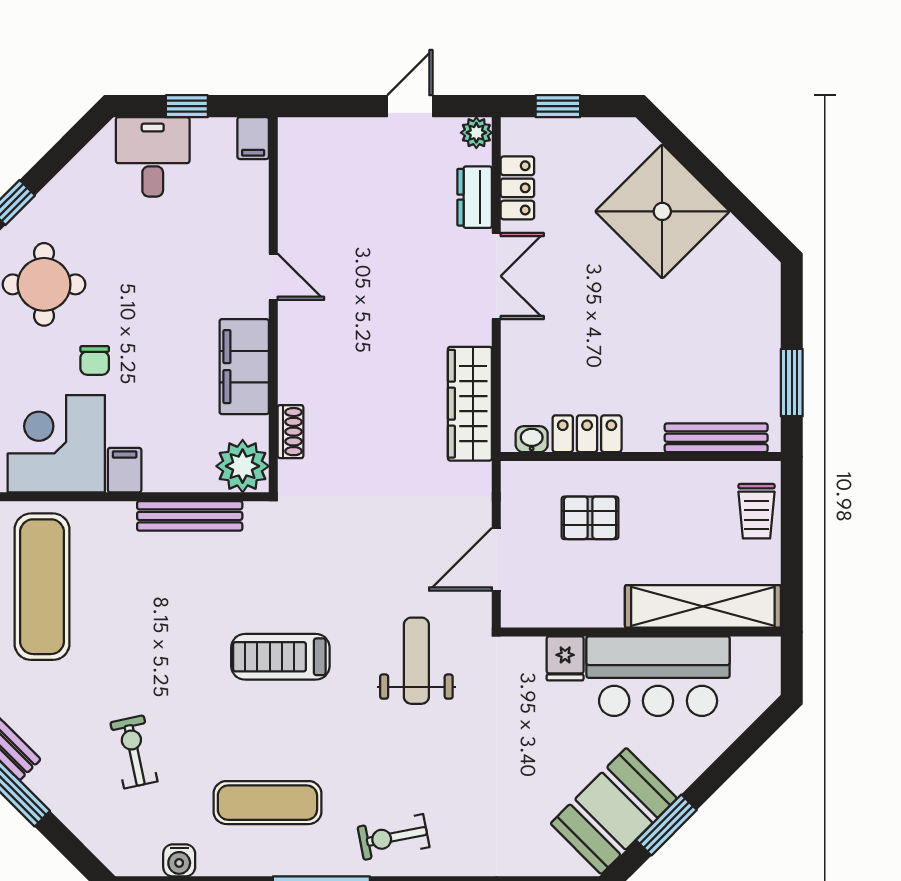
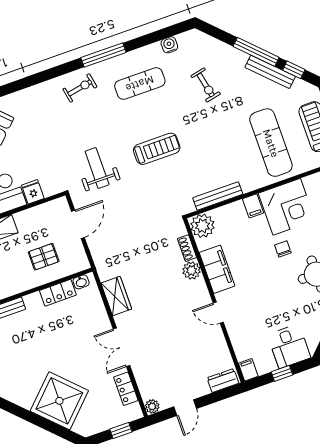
dresser: (475, 197) -> (223, 381), moved, turned -90
plant: (297, 382) -> (192, 270), added
wardrobe: (470, 404) -> (116, 296), width x0.67
weight bench: (416, 661) -> (97, 168), turned 180

